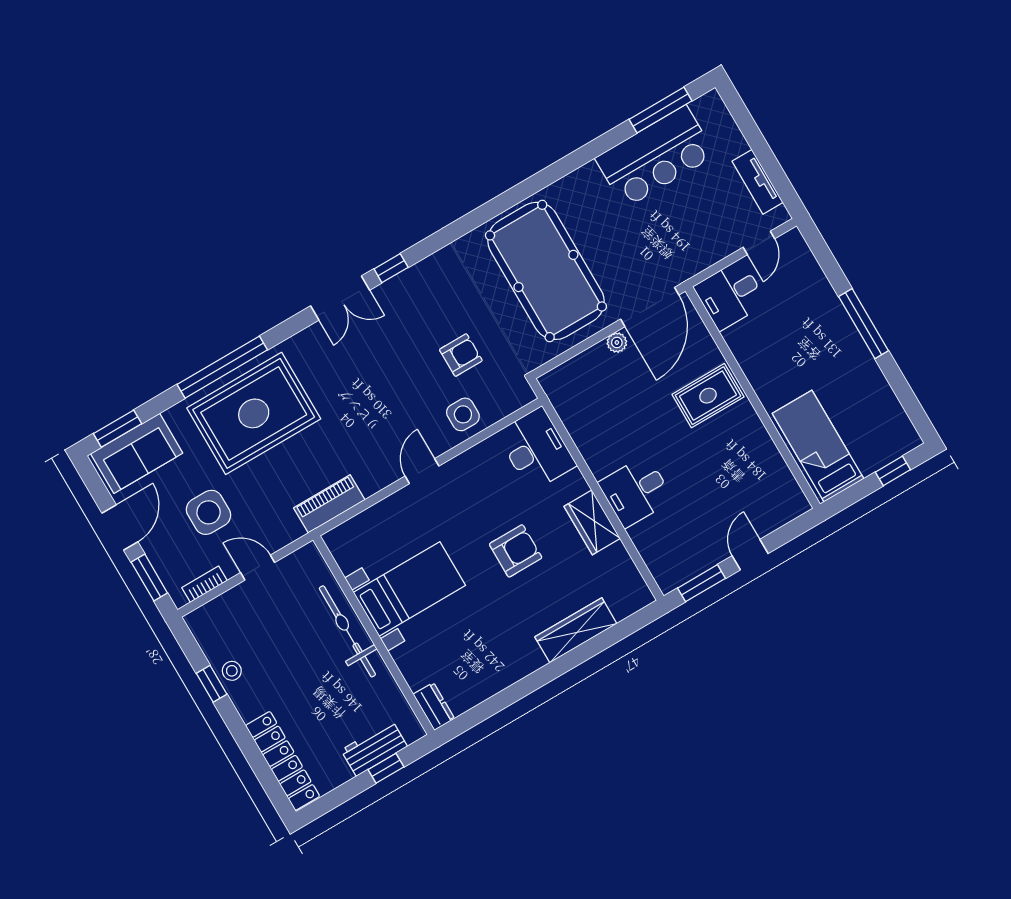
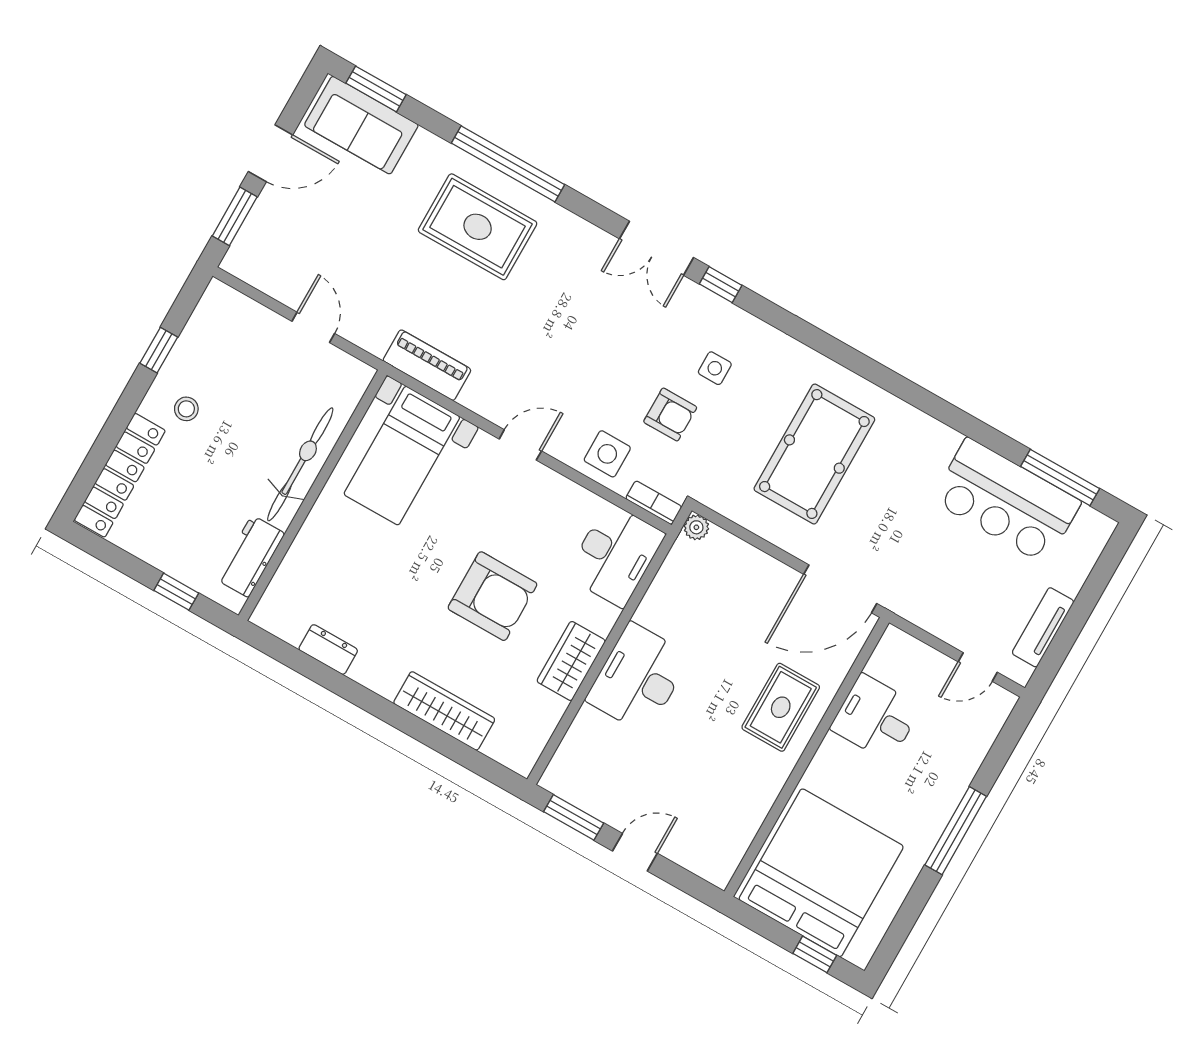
pool table: (546, 271) -> (814, 454), width x0.73, depth x0.76
desk: (730, 295) -> (876, 718), moved
plant: (617, 343) -> (696, 527), moved
rug: (708, 396) -> (781, 707), turned 90
rug: (254, 413) -> (478, 227), width x0.73, depth x0.69
bed: (818, 446) -> (821, 873), width x2.04
desk: (636, 491) -> (638, 678), width x1.37
side table: (209, 512) -> (715, 368), moved, width x0.54, depth x0.54
armchair: (516, 551) -> (492, 596), width x1.36, depth x1.36
bookcase: (204, 584) -> (654, 503), moved
bed with nightstands: (409, 589) -> (402, 456), moved, turned 90
stool: (232, 671) -> (186, 409), moved
dresser: (434, 706) -> (328, 650), moved, turned -90
workbench: (374, 748) -> (250, 556), moved, turned -90

